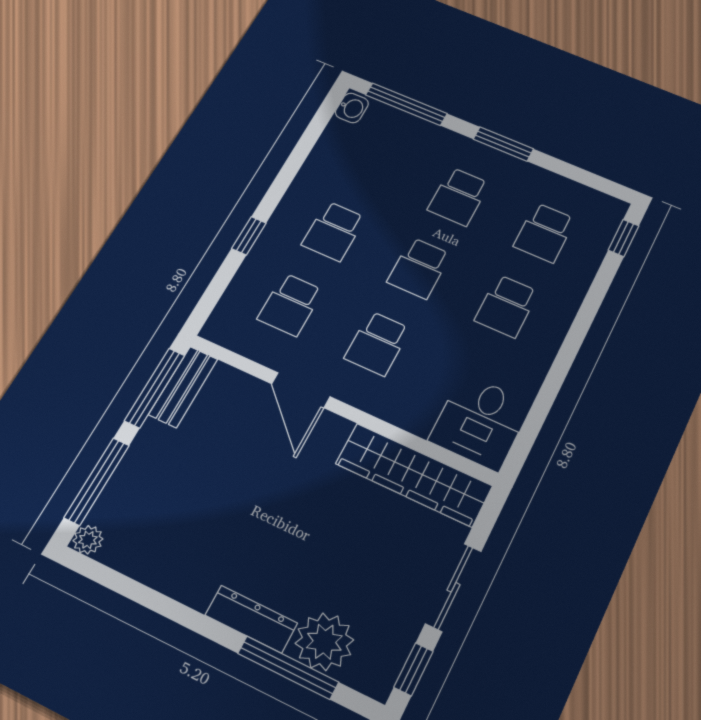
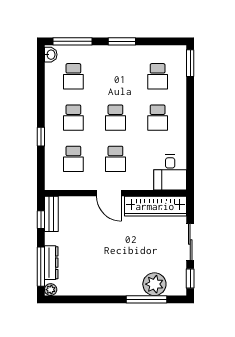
school desk: (459, 197) -> (73, 76), moved
window: (624, 238) -> (190, 63), width x1.50
window: (155, 388) -> (41, 220), width x0.46
door: (301, 390) -> (109, 193), moved
dresser: (251, 619) -> (51, 263), moved, turned 90

